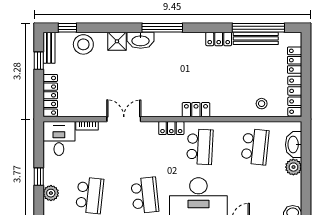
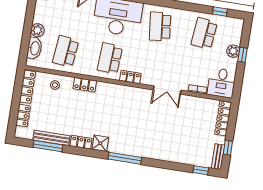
window: (258, 28) -> (48, 146), width x0.68
washbasin: (141, 40) -> (144, 151), removed
shower: (117, 41) -> (100, 143), moved
stool: (83, 44) -> (190, 155), removed
locker: (196, 110) -> (85, 85), moved
plant: (51, 193) -> (233, 51), moved

